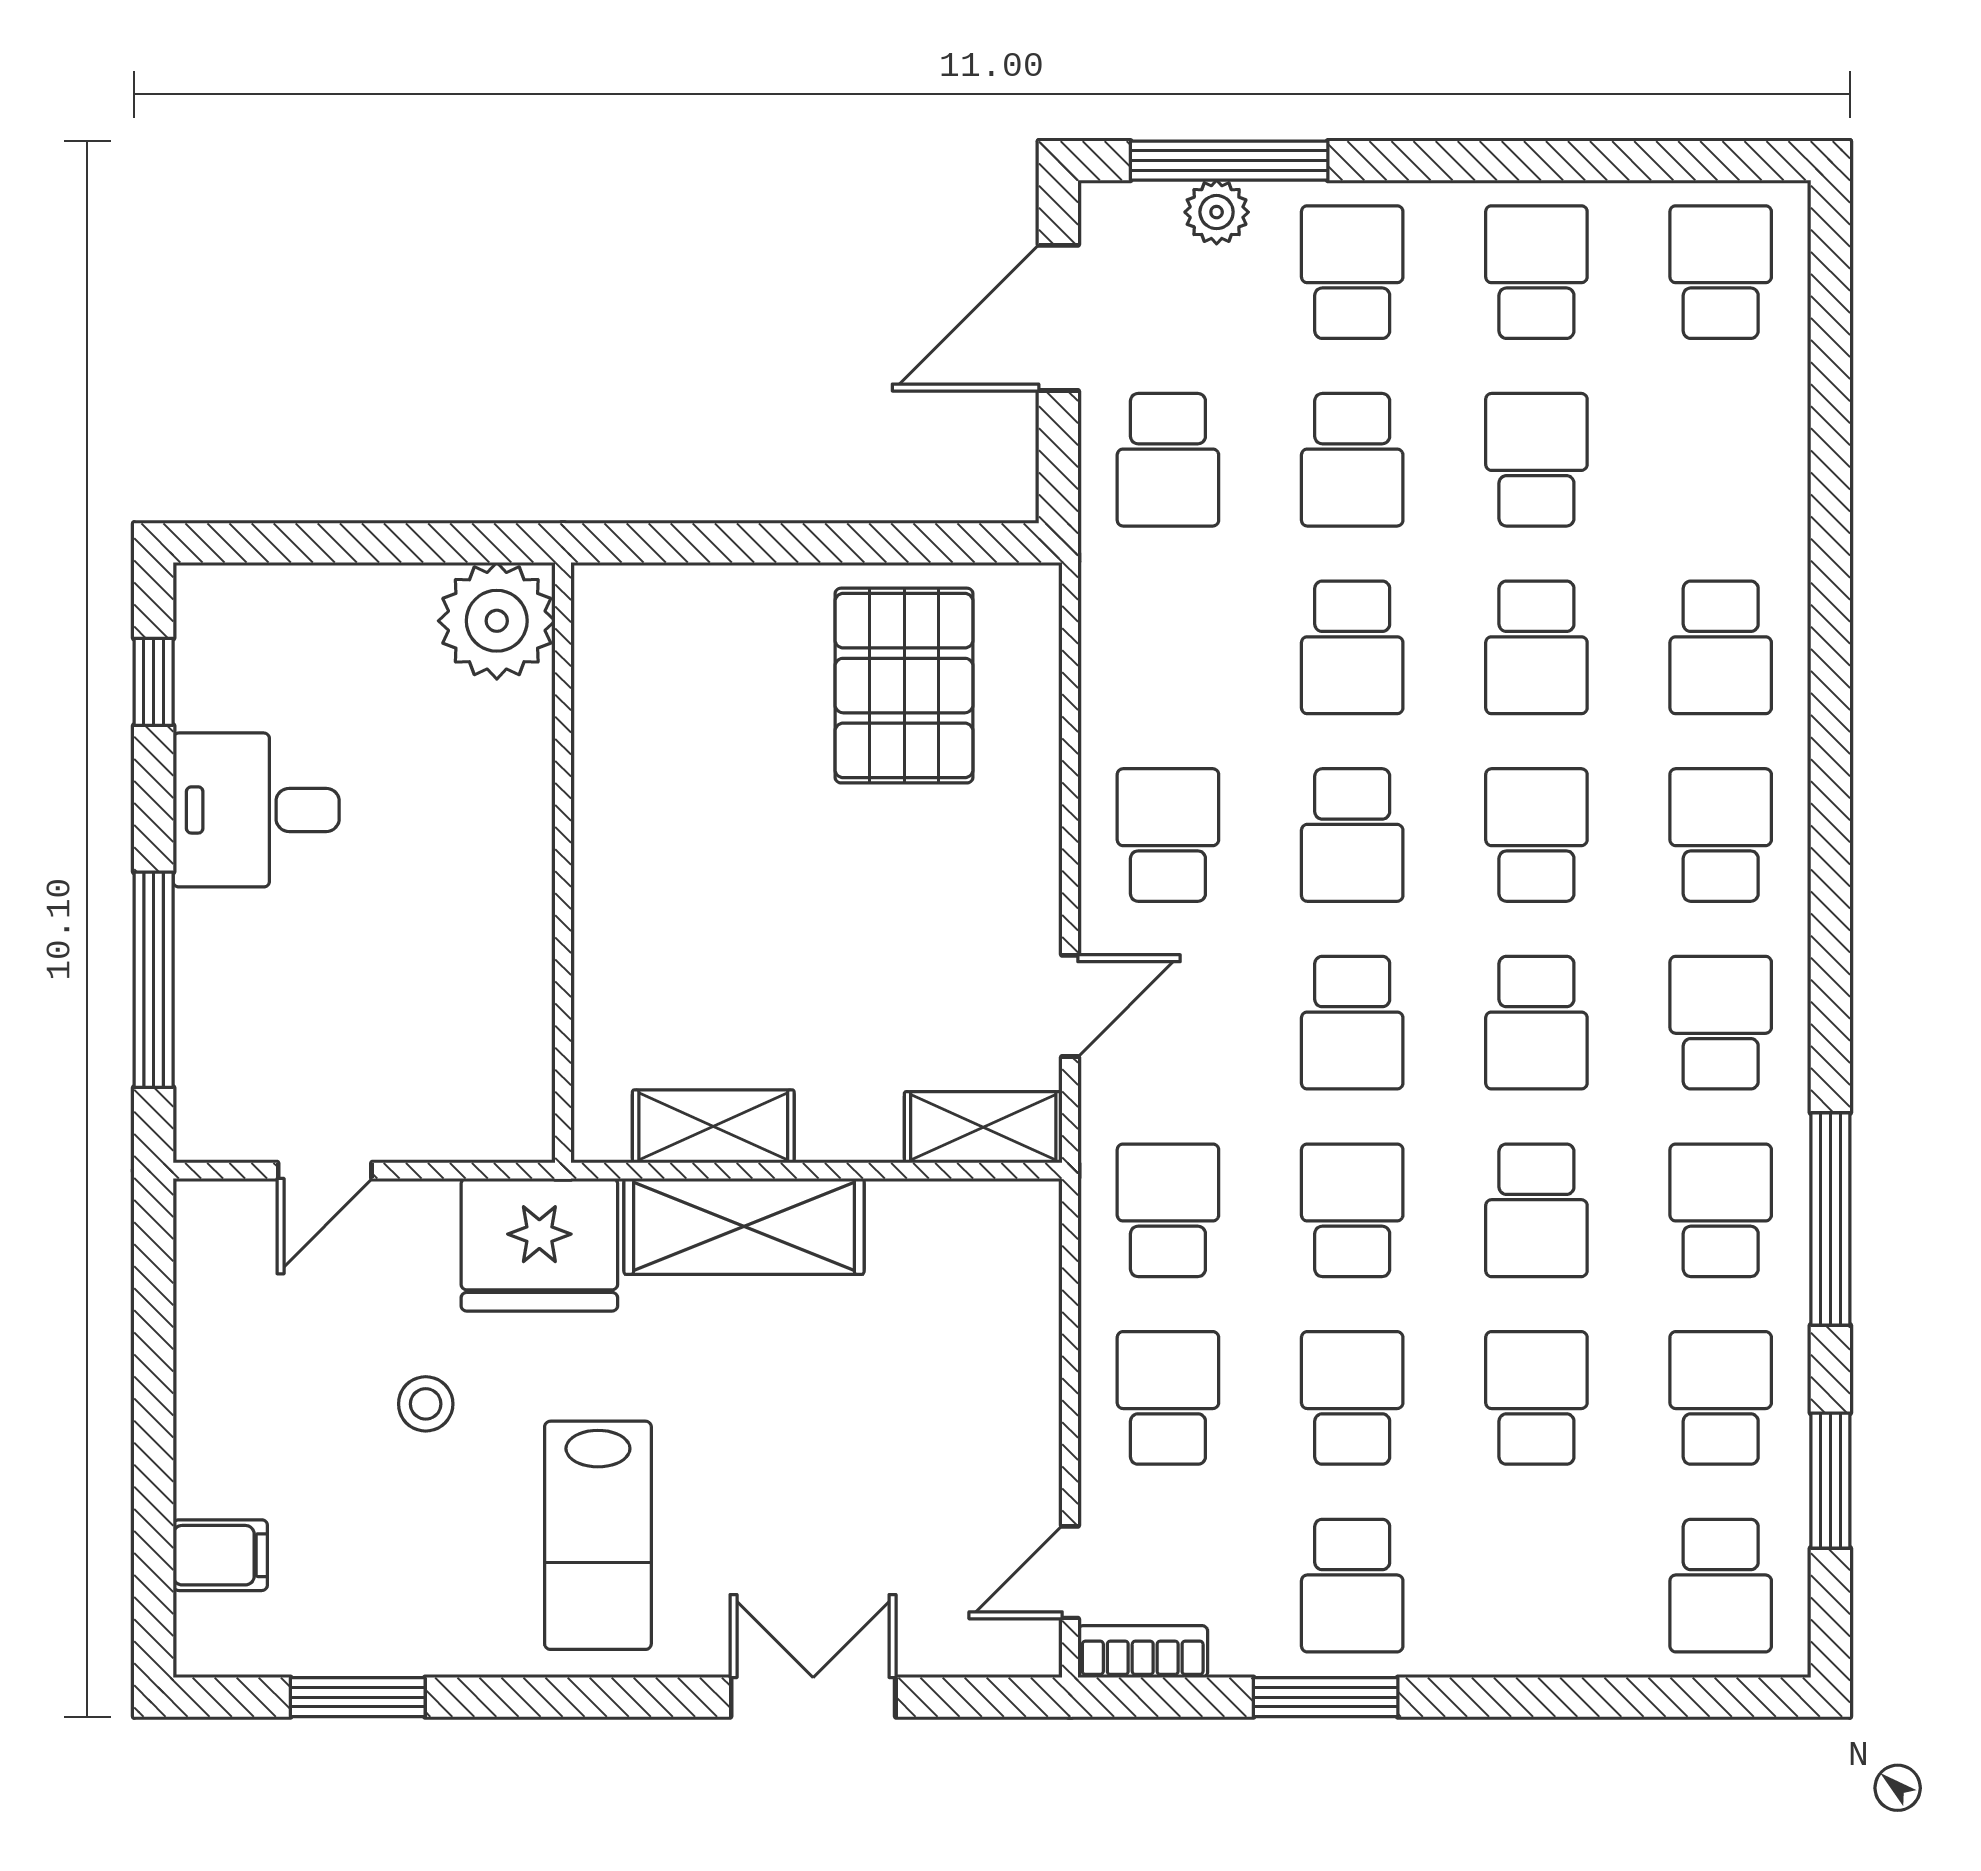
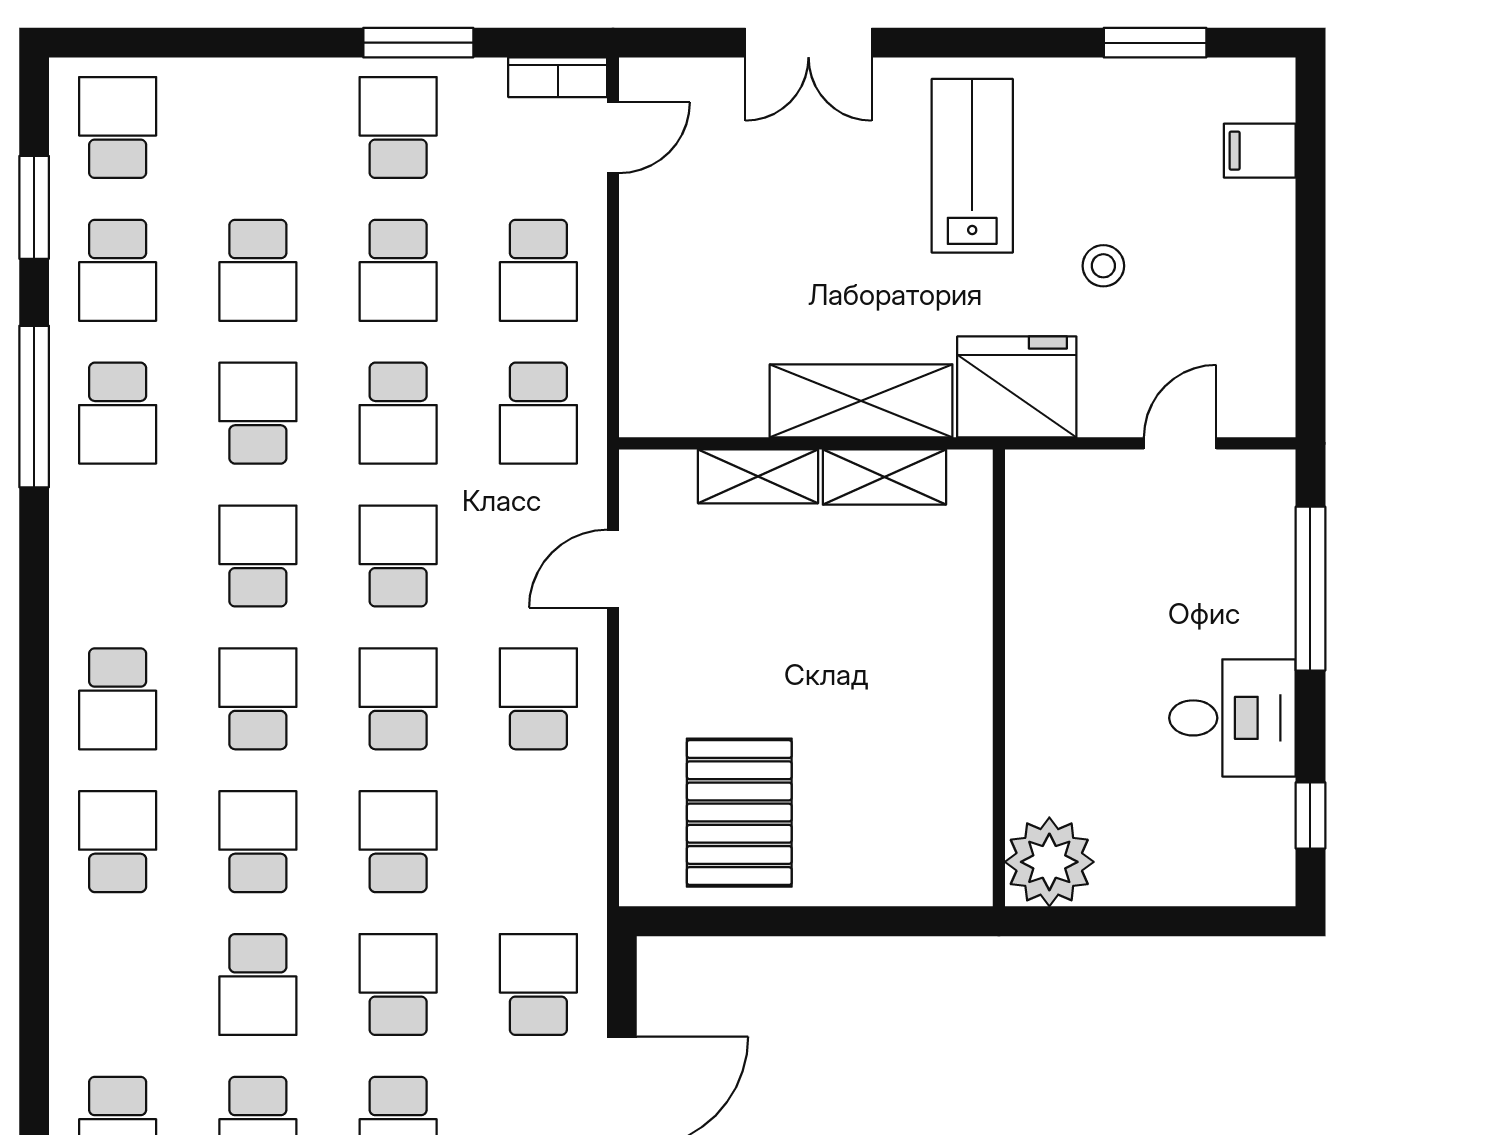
school desk: (1168, 835) -> (538, 699), turned 180
school desk: (1536, 835) -> (258, 699), turned 180
school desk: (1721, 1023) -> (118, 556), removed
shelving: (983, 1127) -> (758, 476), moved

